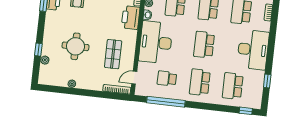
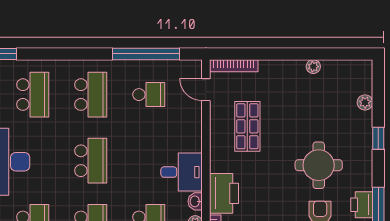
desk: (156, 42) -> (182, 172), width x0.53, depth x0.77
round table: (76, 46) -> (319, 165), moved
window: (38, 50) -> (378, 138), moved
door: (134, 78) -> (206, 90), swing flipped

